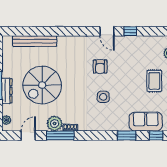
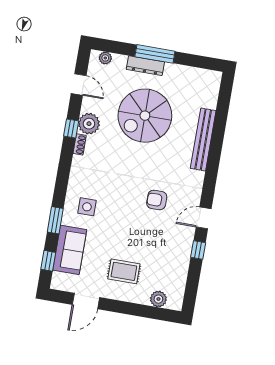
bench: (35, 41) -> (203, 140), moved
spiral stairs: (42, 85) -> (145, 116), turned -90
side table: (103, 97) -> (87, 207), moved
window: (60, 135) -> (71, 129), width x0.46

